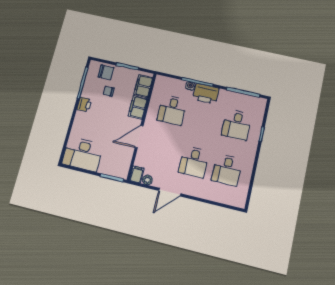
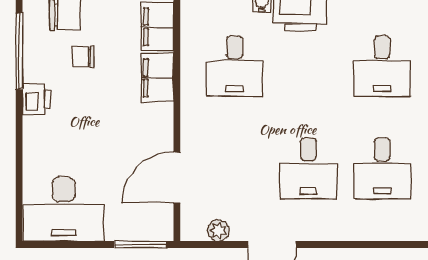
door: (139, 137) -> (177, 178), moved
filing cabinet: (137, 174) -> (193, 224), removed

